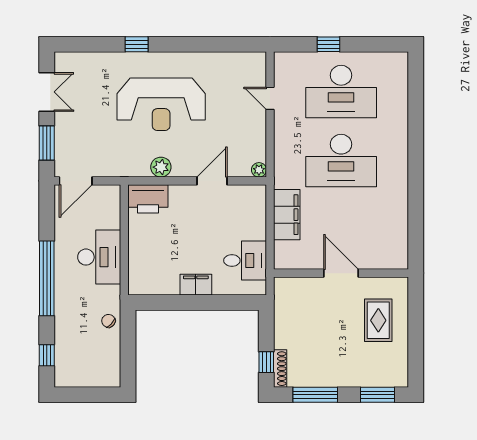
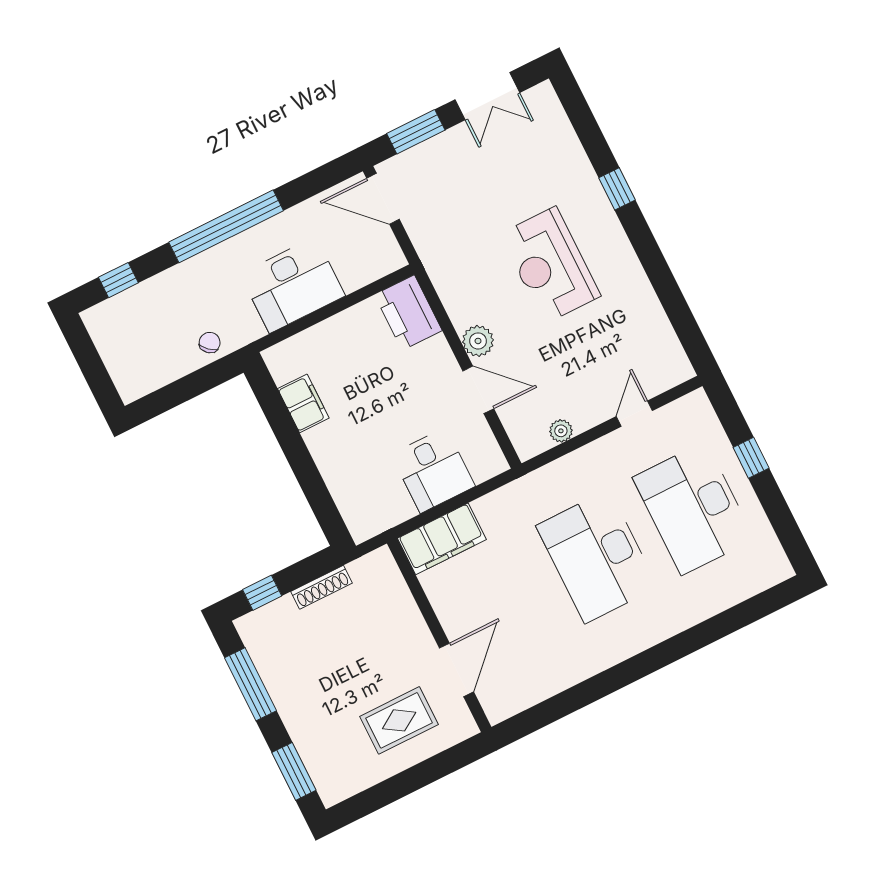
reception desk: (161, 104) -> (550, 265), width x0.74, depth x0.77
plant: (161, 167) -> (478, 341), moved
plant: (259, 170) -> (561, 431), moved
filing cabinet: (287, 215) -> (442, 539), moved
desk: (245, 260) -> (433, 470), moved
door: (341, 273) -> (456, 670), moved
filing cabinet: (196, 285) -> (303, 403), moved
shoe rack: (280, 369) -> (322, 587), moved

